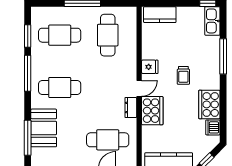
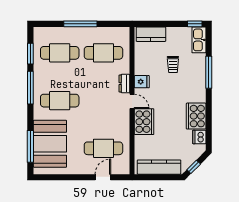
cafe table: (108, 35) -> (103, 53), turned 90
trolley: (183, 75) -> (173, 64), moved
door: (139, 88) -> (132, 101), hinge flipped
dresser: (131, 107) -> (124, 84), moved
booth: (44, 128) -> (50, 144), width x1.36, depth x1.42

